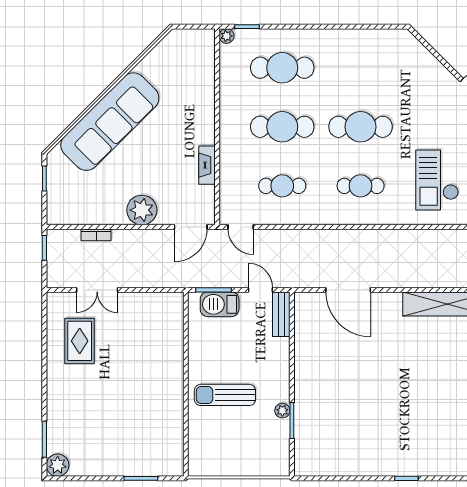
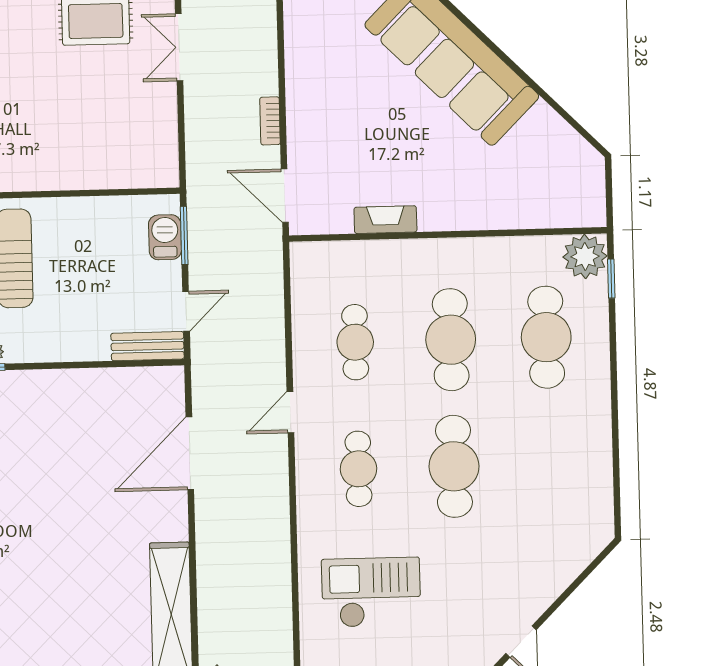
plant: (227, 36) -> (585, 256), width x1.88, depth x1.88
plant: (142, 210) -> (310, 116), removed
door: (241, 227) -> (290, 412), moved
bookcase: (96, 235) -> (270, 121), moved
barbecue: (220, 304) -> (165, 237), width x0.73, depth x0.79

